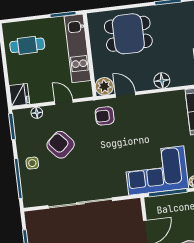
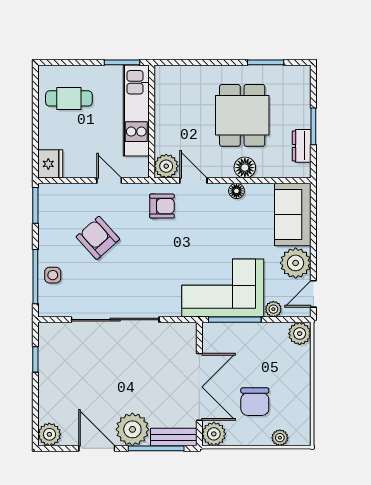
dining table: (128, 34) -> (242, 115), moved, turned 90
floor lamp: (37, 113) -> (236, 191), moved
armchair: (105, 116) -> (162, 206), turned 180
side table: (32, 163) -> (53, 275), moved

